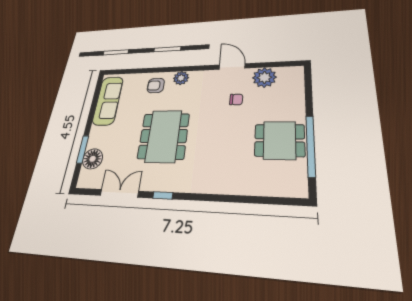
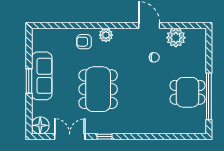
sofa: (108, 101) -> (42, 76), moved
window: (83, 149) -> (29, 81), moved
floor lamp: (93, 159) -> (40, 125), moved

